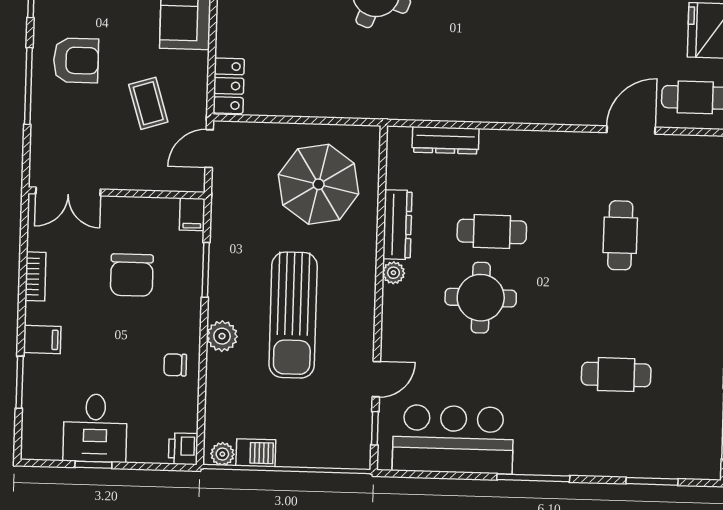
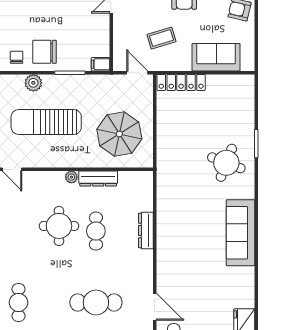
locker: (229, 86) -> (181, 82), width x1.53
dresser: (445, 140) -> (146, 230), moved
cafe table: (620, 235) -> (96, 302), width x1.37, depth x1.35
chair: (132, 275) -> (45, 52), moved

